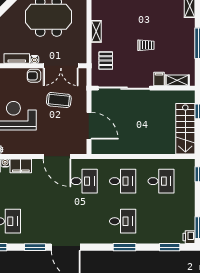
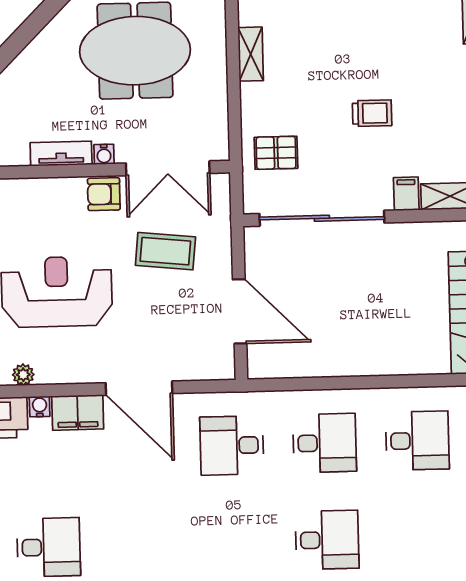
shelving: (96, 31) -> (251, 54), moved
pallet: (106, 61) -> (276, 153), turned 90
door: (57, 156) -> (139, 388), moved
desk: (84, 181) -> (232, 445), turned 180

